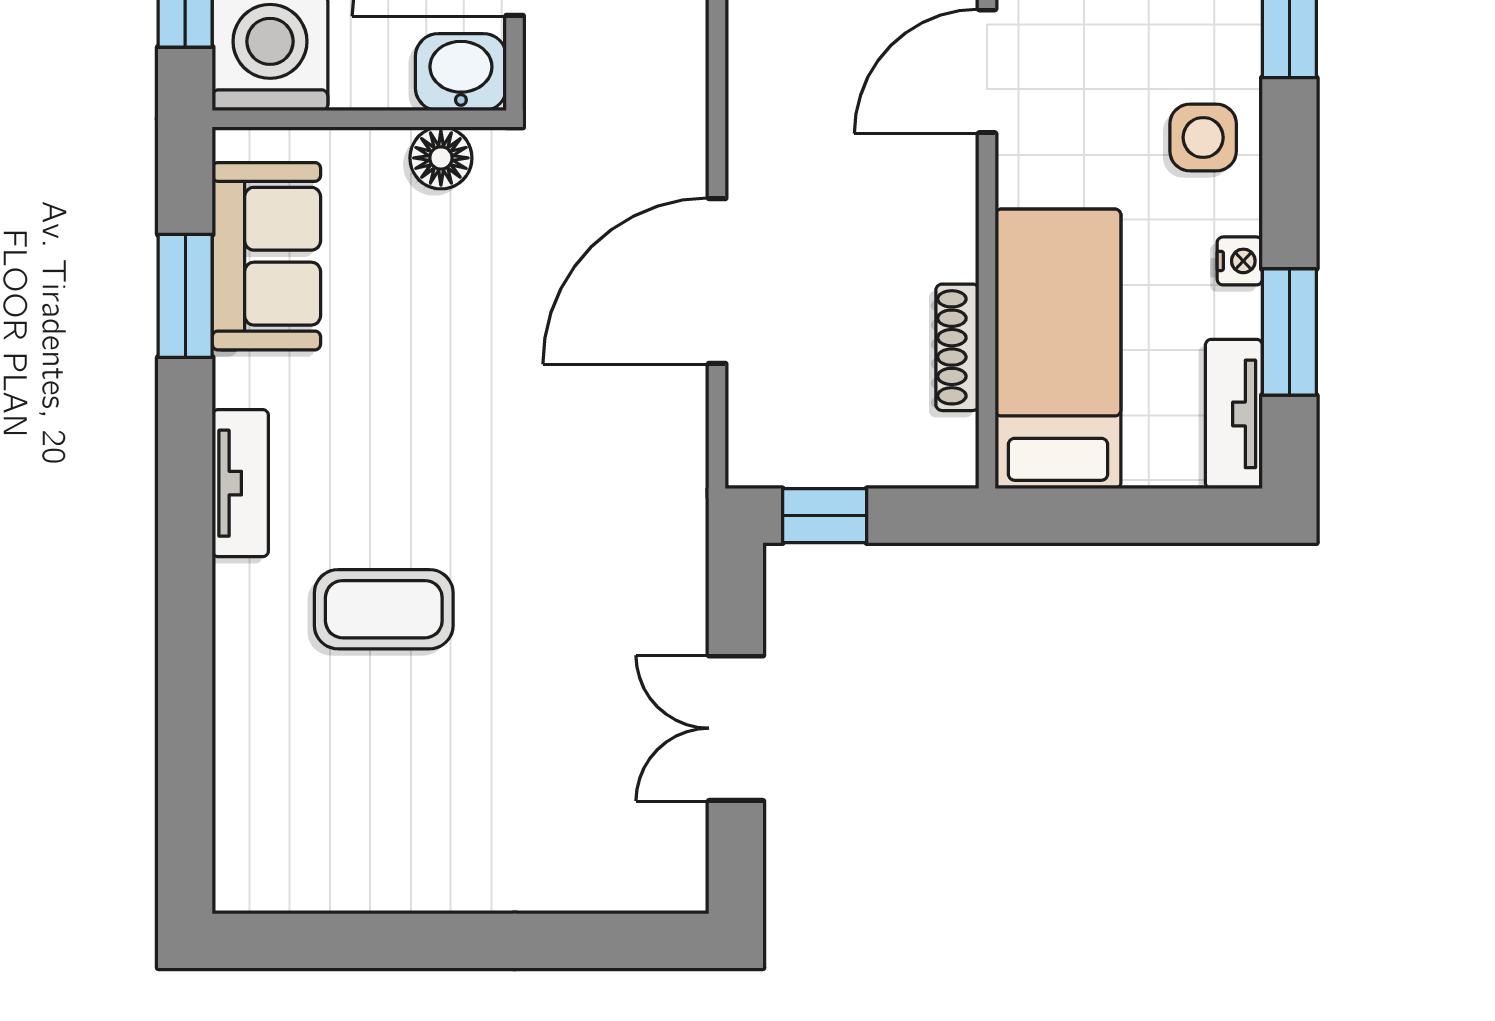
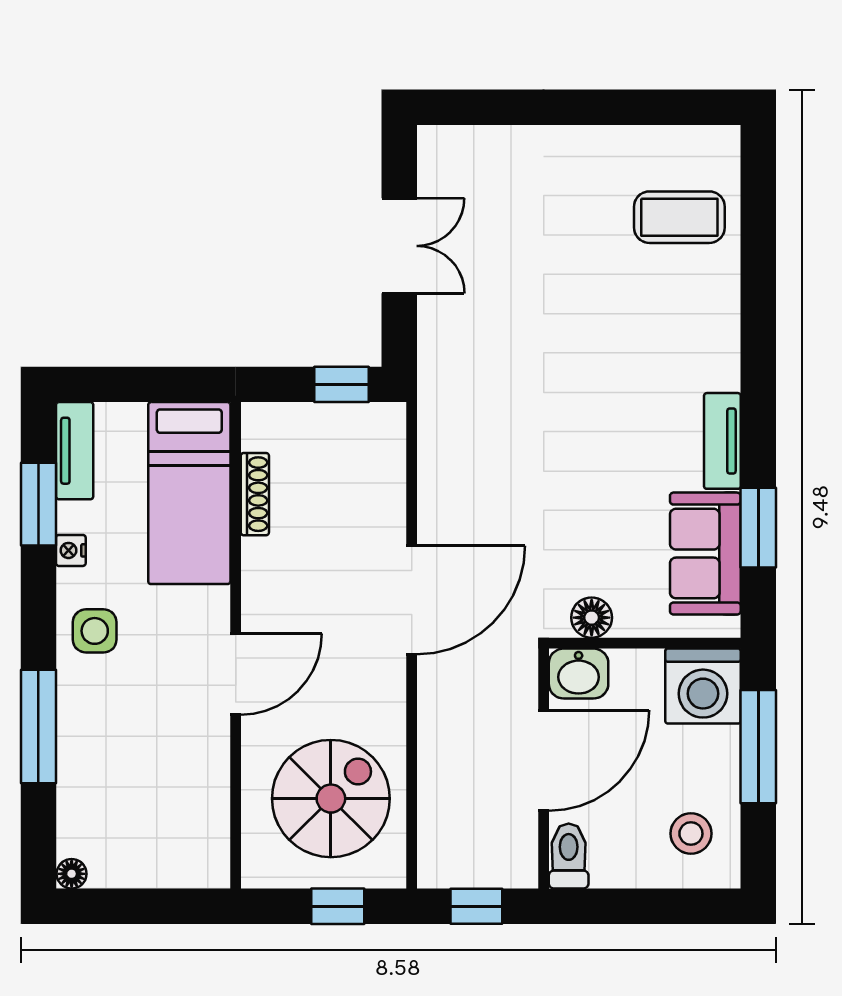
door: (717, 281) -> (412, 600), moved
tv unit: (240, 483) -> (722, 441), moved
coffee table: (384, 609) -> (679, 217), moved

